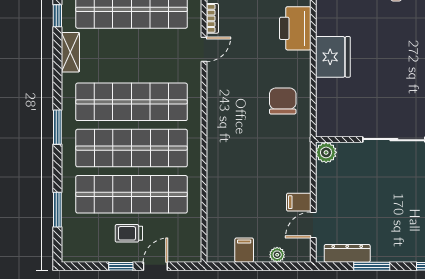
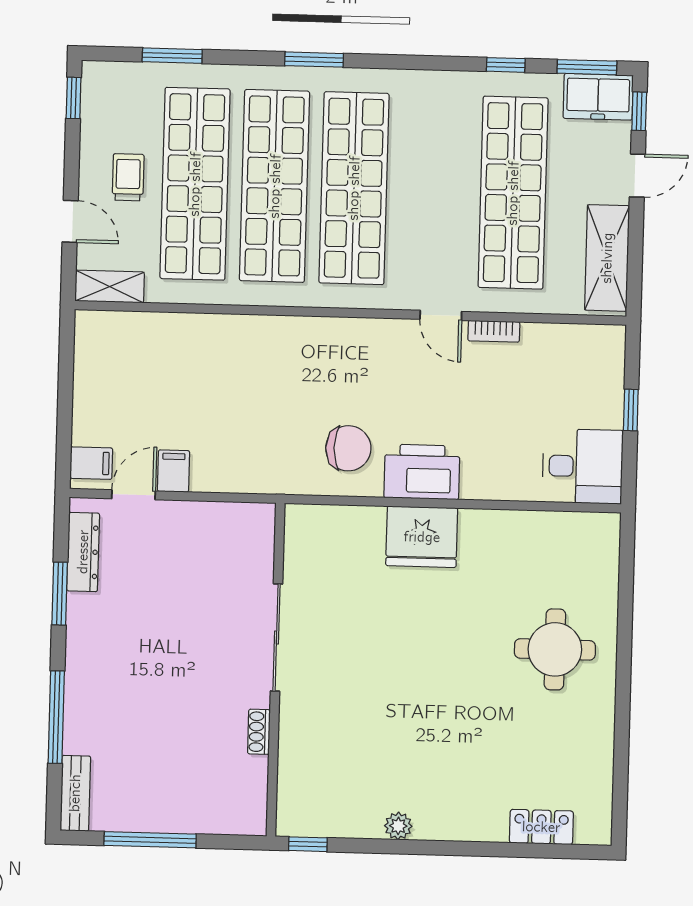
printer: (295, 28) -> (422, 472), moved
shelving: (70, 52) -> (110, 287), moved
plant: (326, 152) -> (258, 520), removed
door: (313, 225) -> (134, 495), hinge flipped
filing cabinet: (244, 250) -> (91, 463), moved
plant: (277, 255) -> (84, 431), removed
window: (121, 266) -> (74, 98), moved

